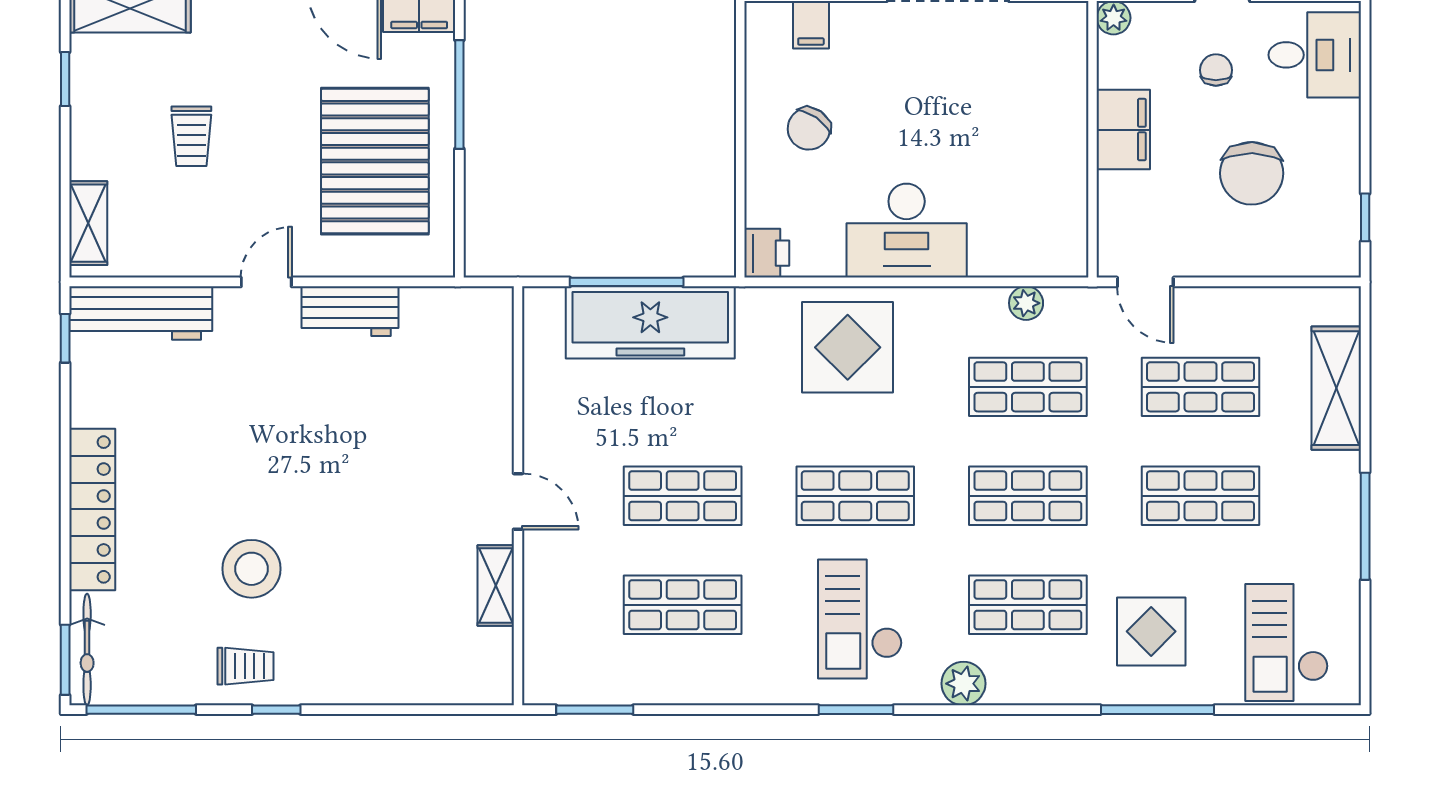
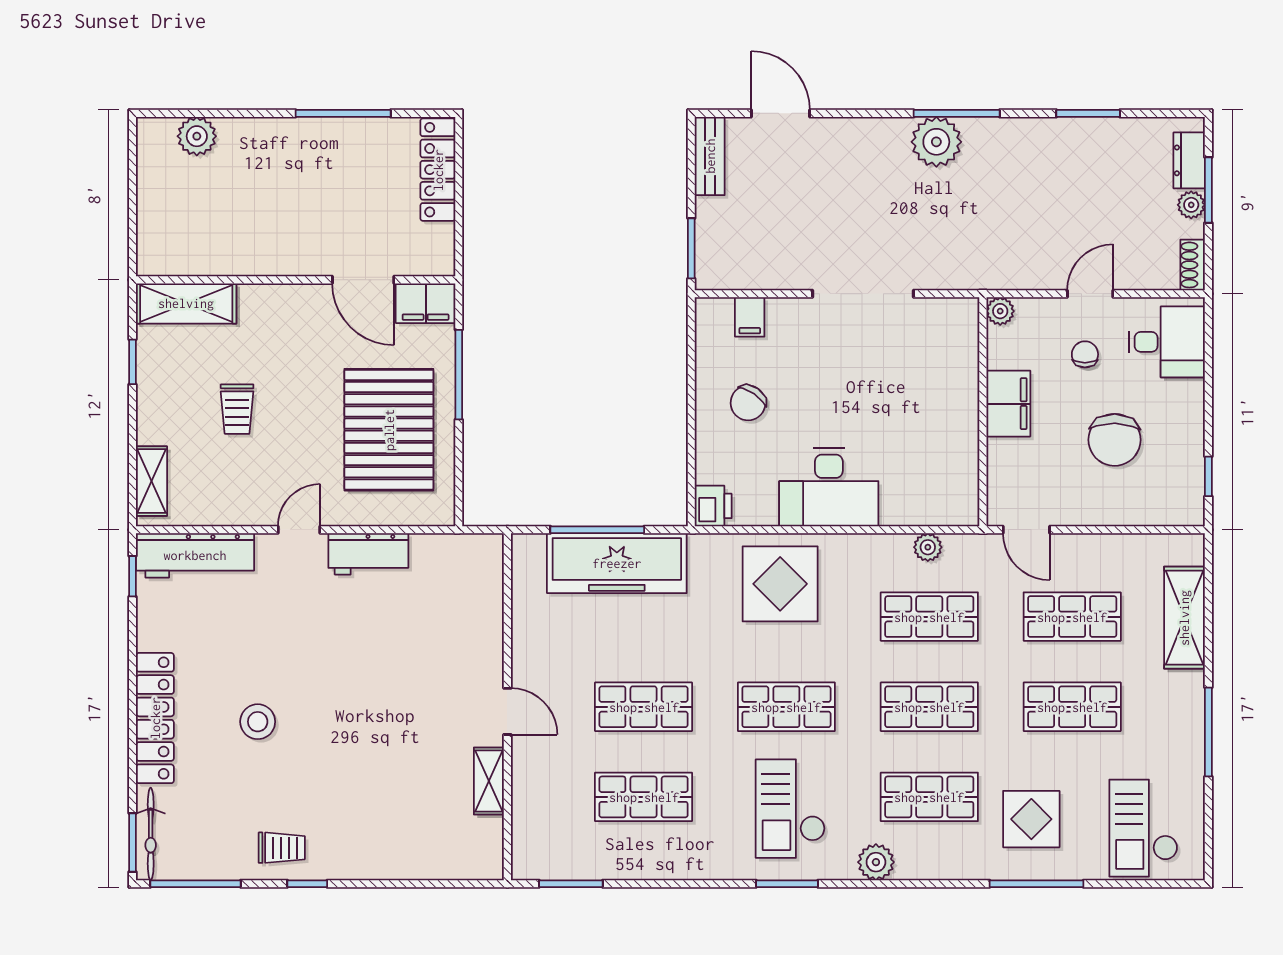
stool: (252, 569) -> (258, 722), moved, width x0.73, depth x0.73

